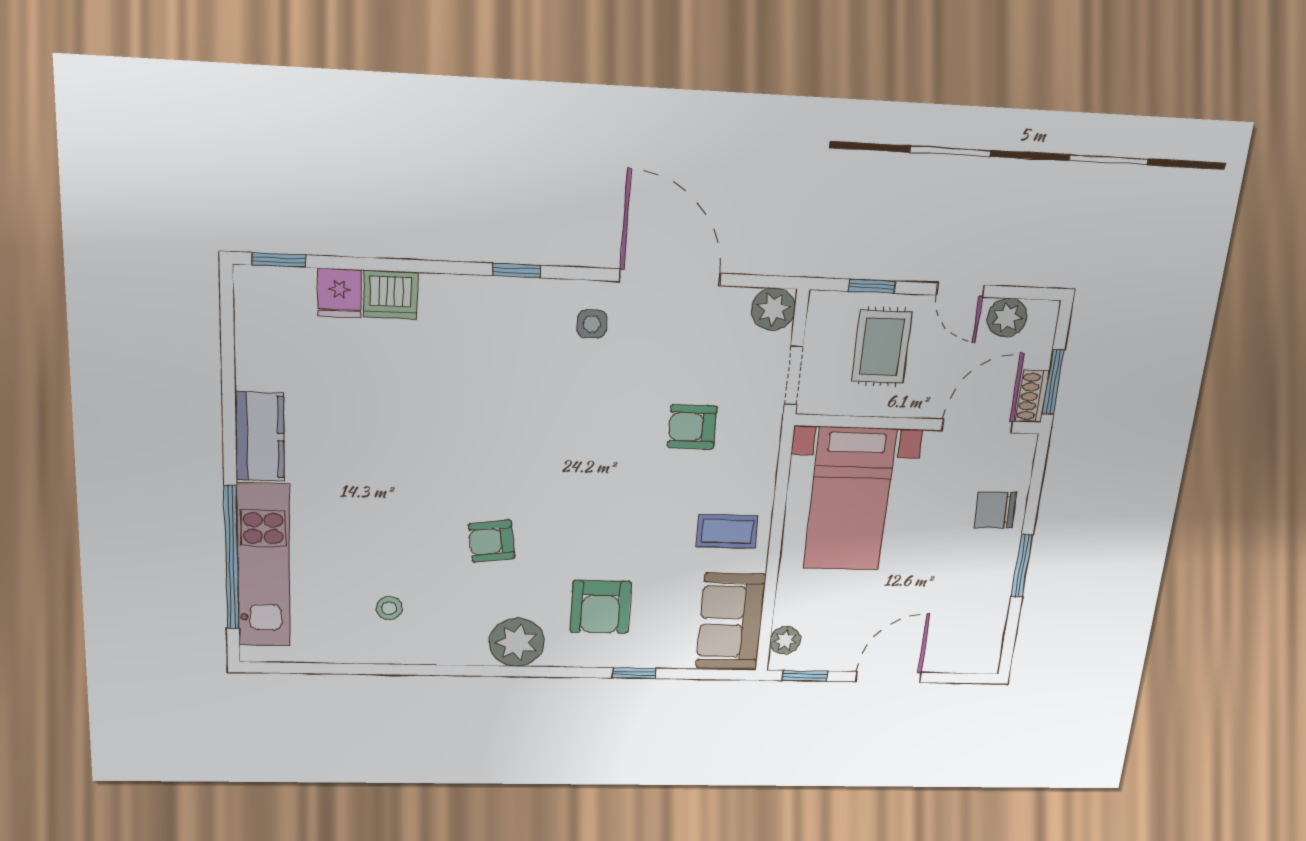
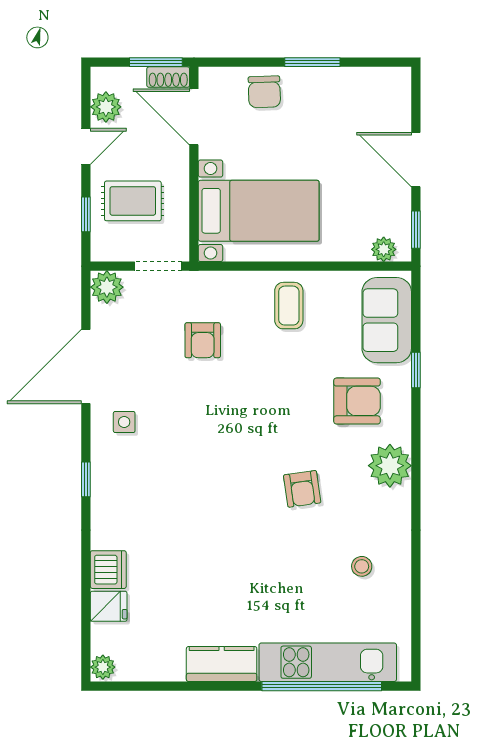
window: (279, 260) -> (86, 649), removed
plant: (253, 282) -> (103, 667), added
sofa: (731, 622) -> (387, 320), moved, turned 90

